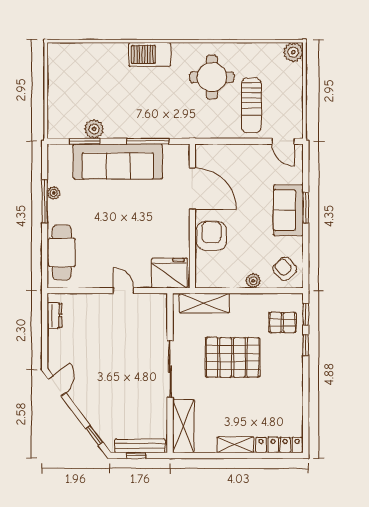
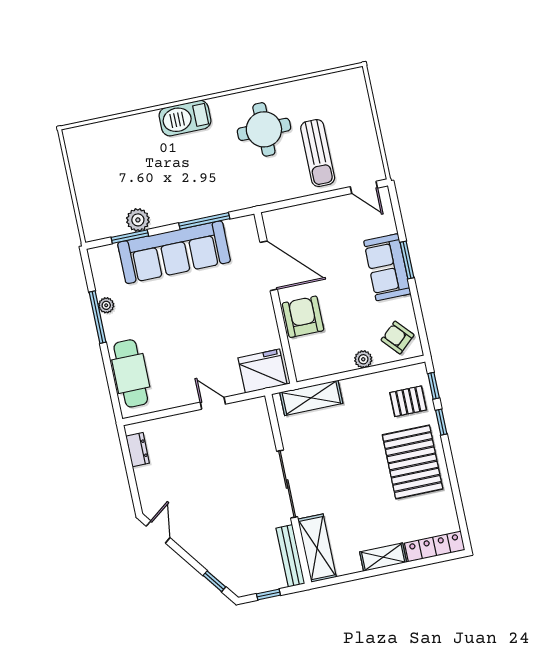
plant: (293, 52) -> (354, 80), removed
pallet: (233, 357) -> (413, 462), moved, turned 90
bench: (140, 446) -> (290, 556), moved, turned 90

